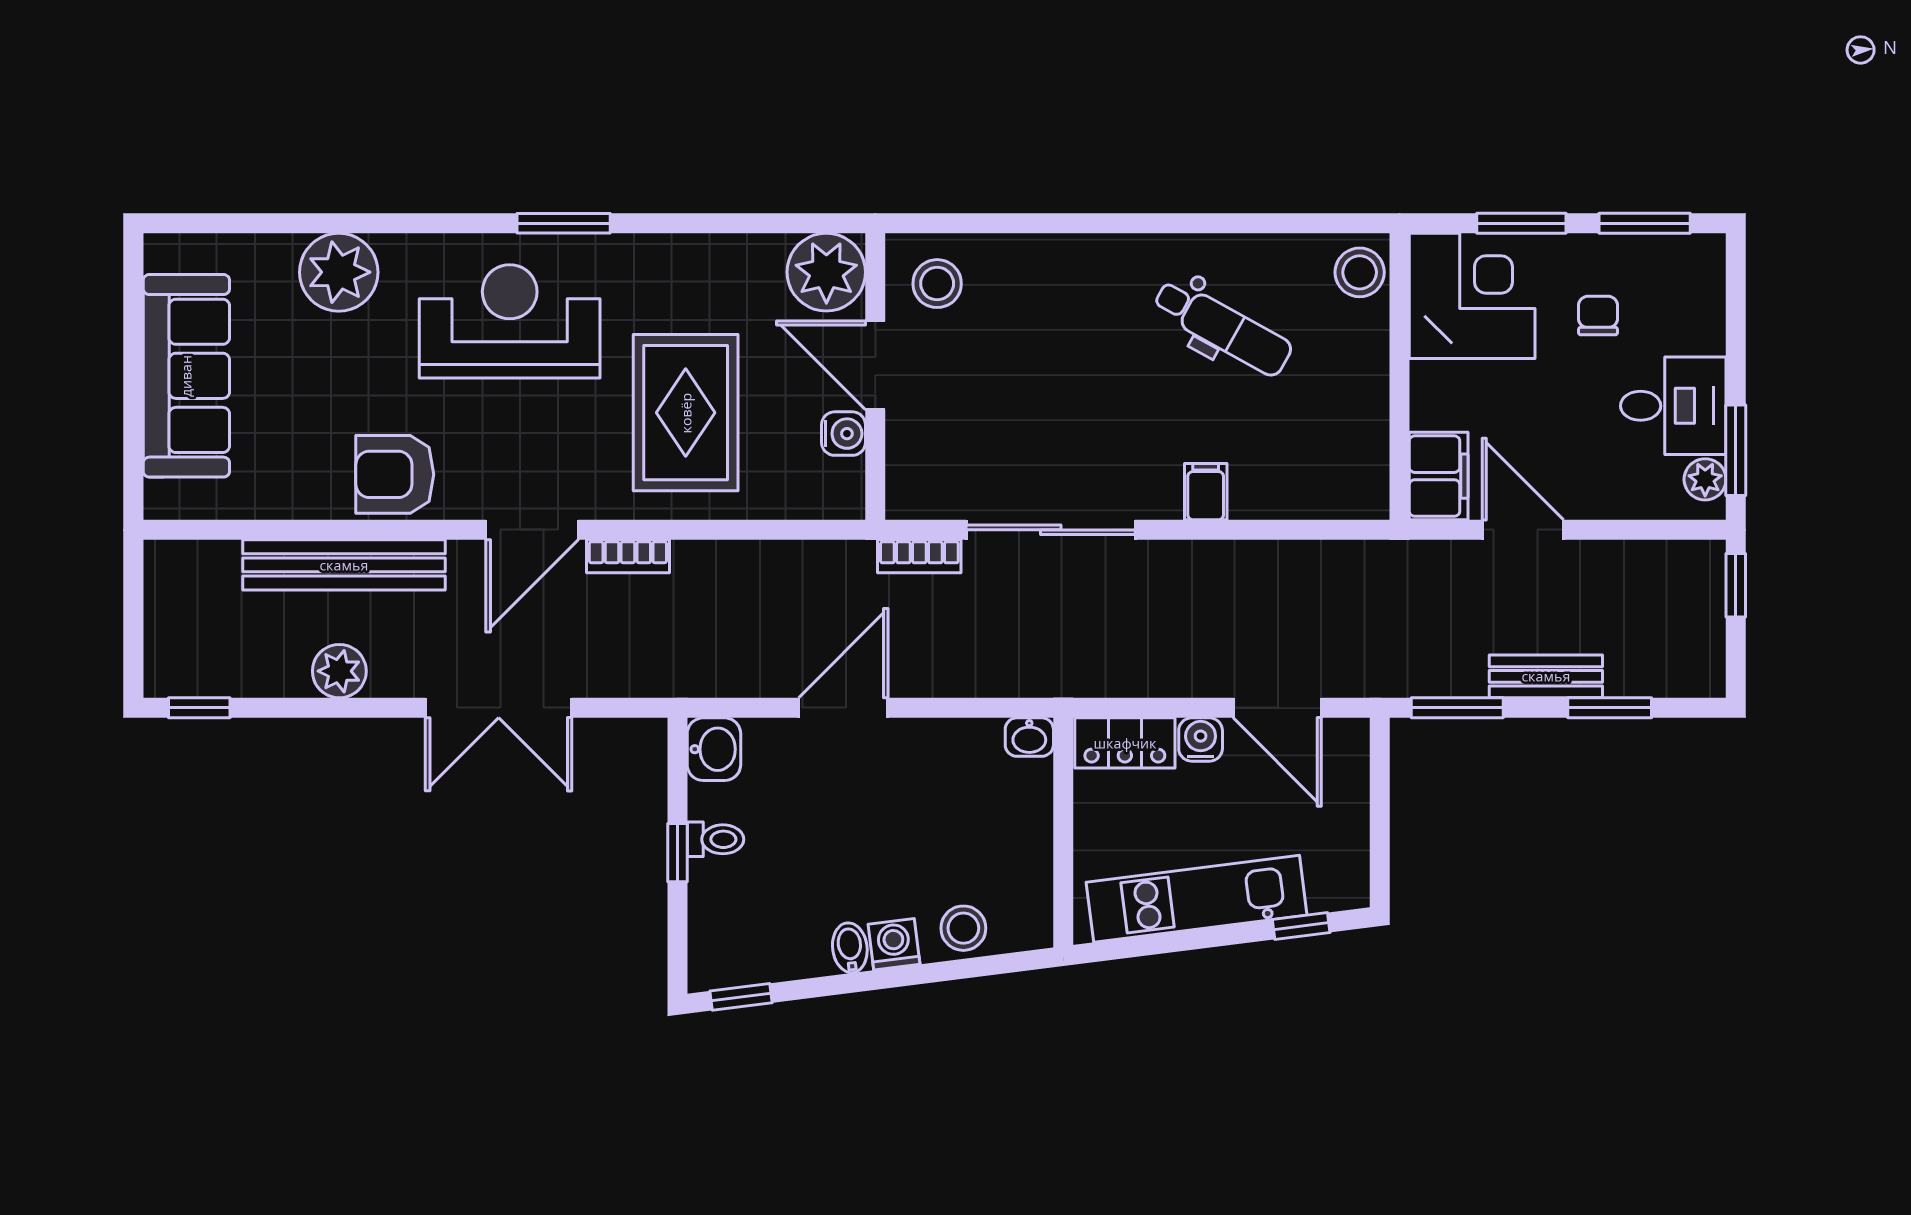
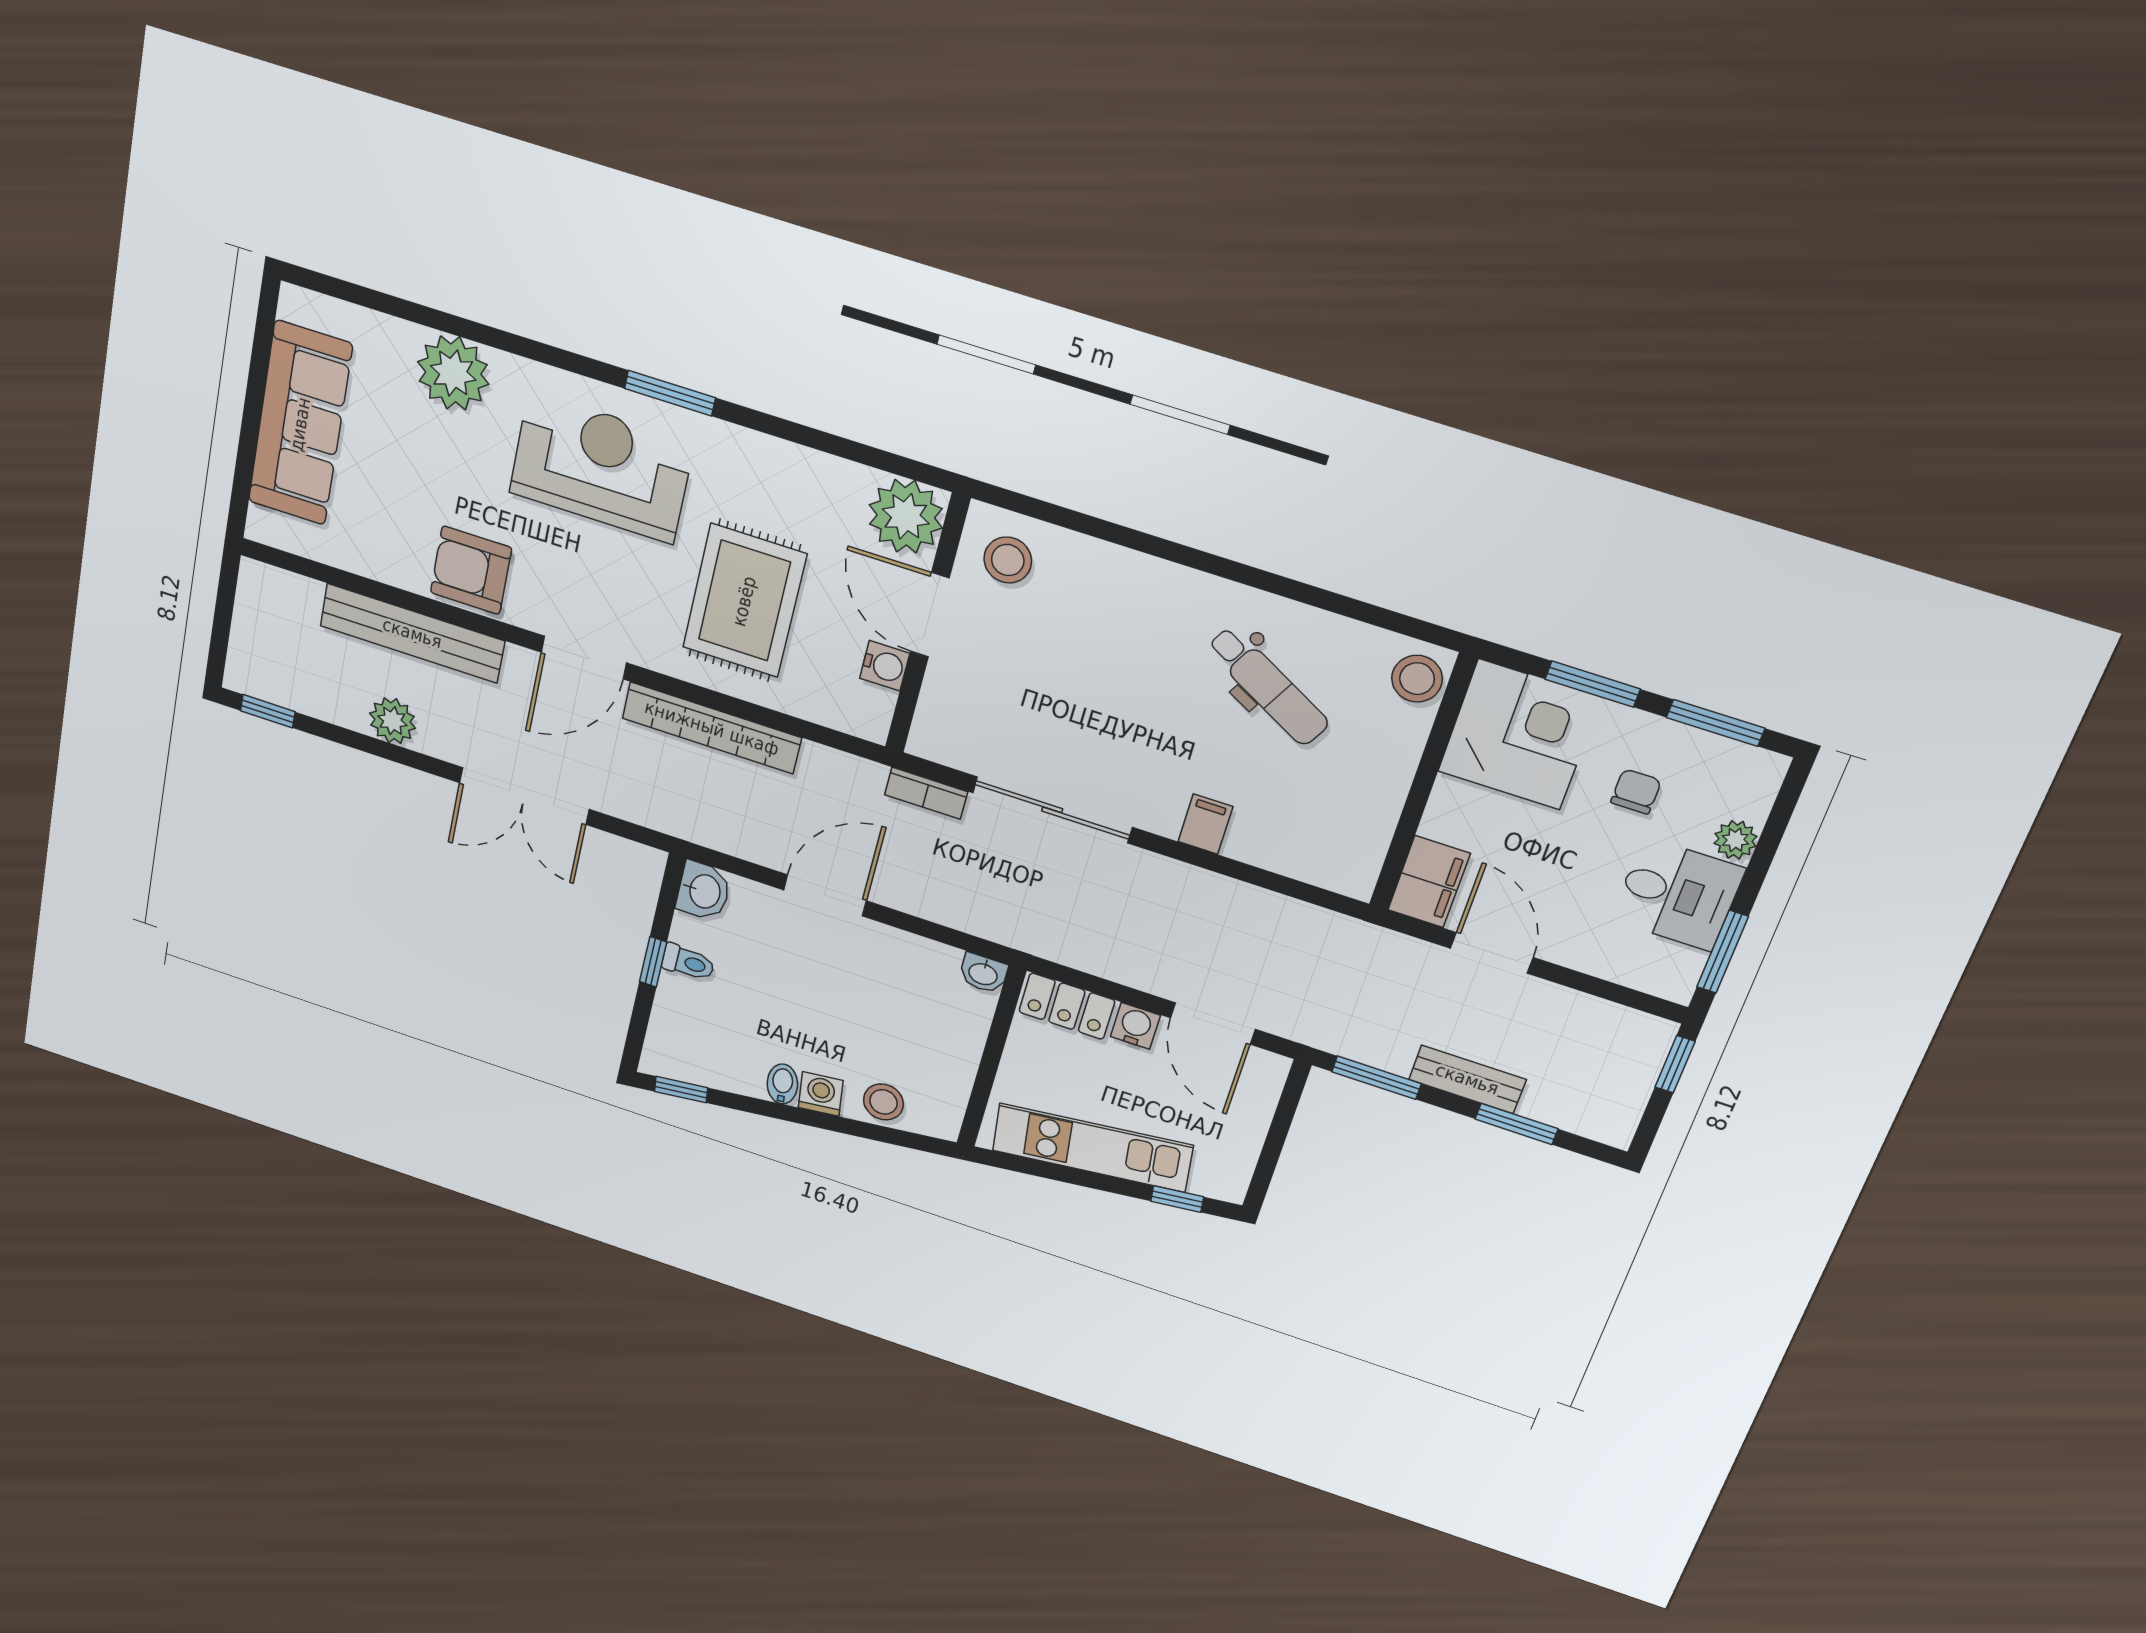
plant: (1705, 479) -> (1735, 840), moved
bookcase: (628, 556) -> (712, 728), width x2.31, depth x1.31

